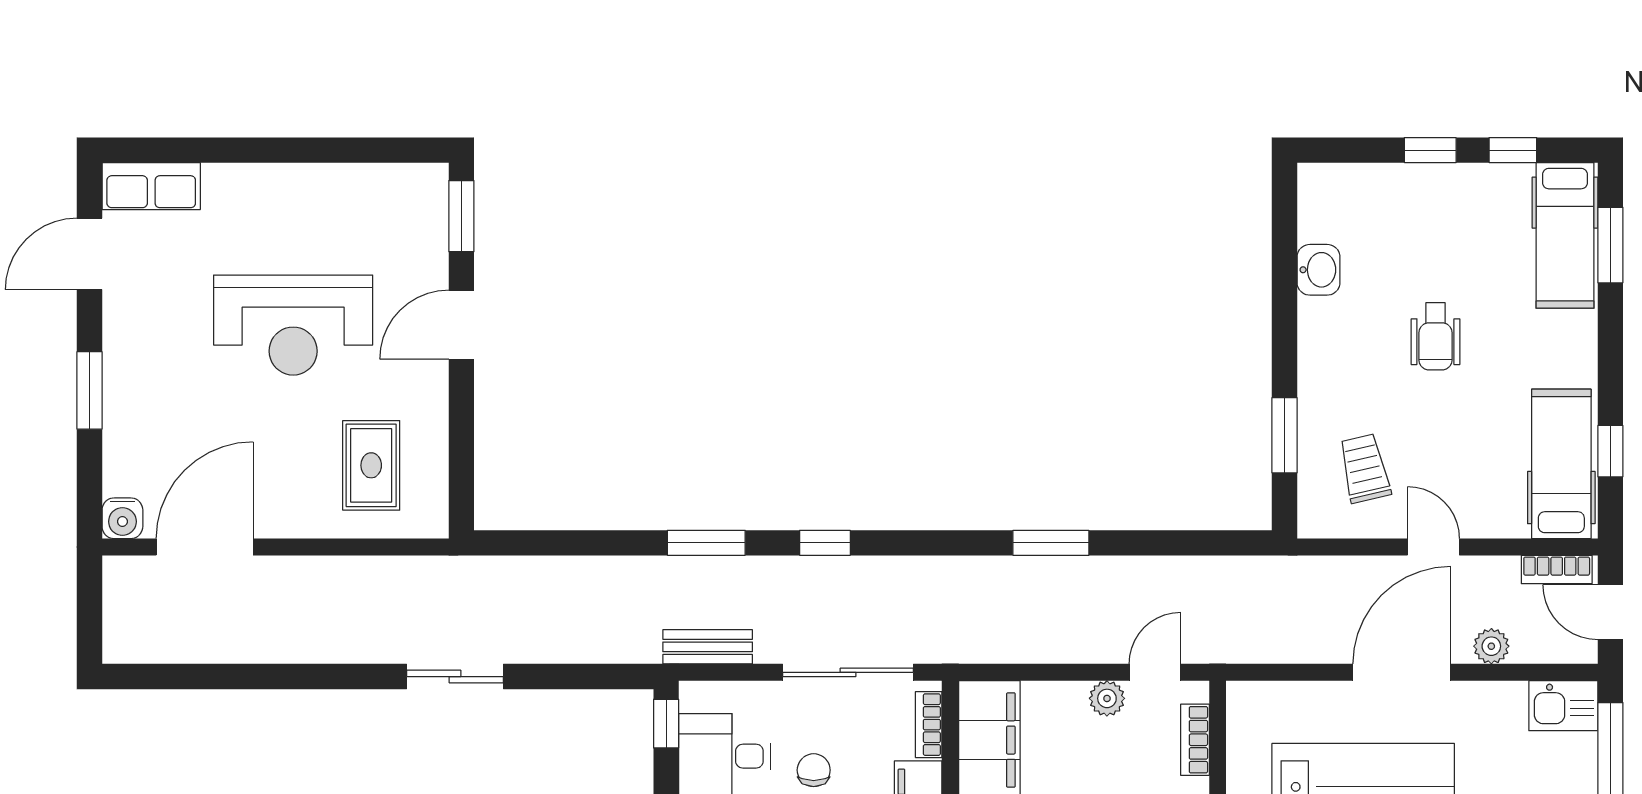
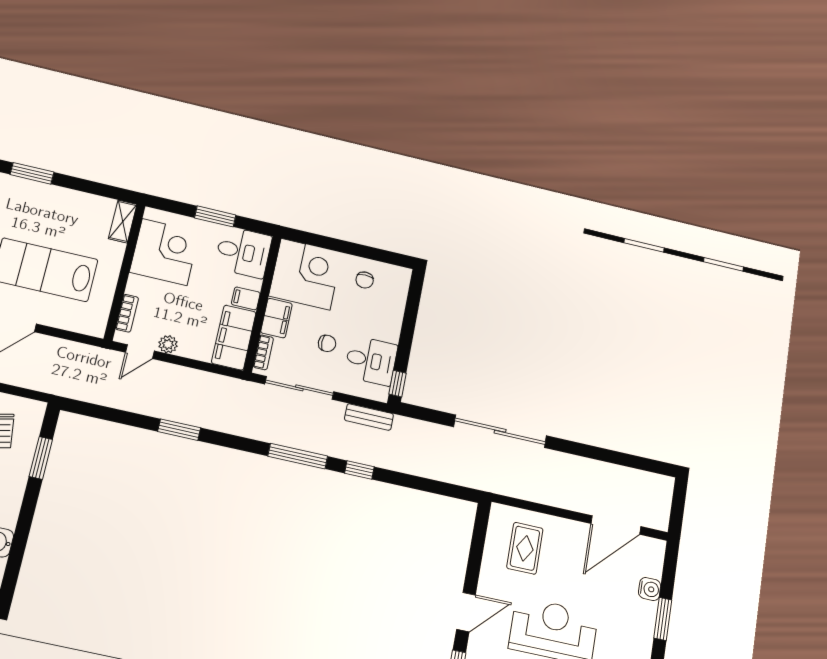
water cooler: (122, 518) -> (650, 589), moved, turned 90
window: (706, 543) -> (359, 470), width x0.67
window: (825, 543) -> (298, 456), width x2.17
sliding door: (455, 677) -> (500, 431), width x1.86
chair: (814, 770) -> (327, 343), turned -90

